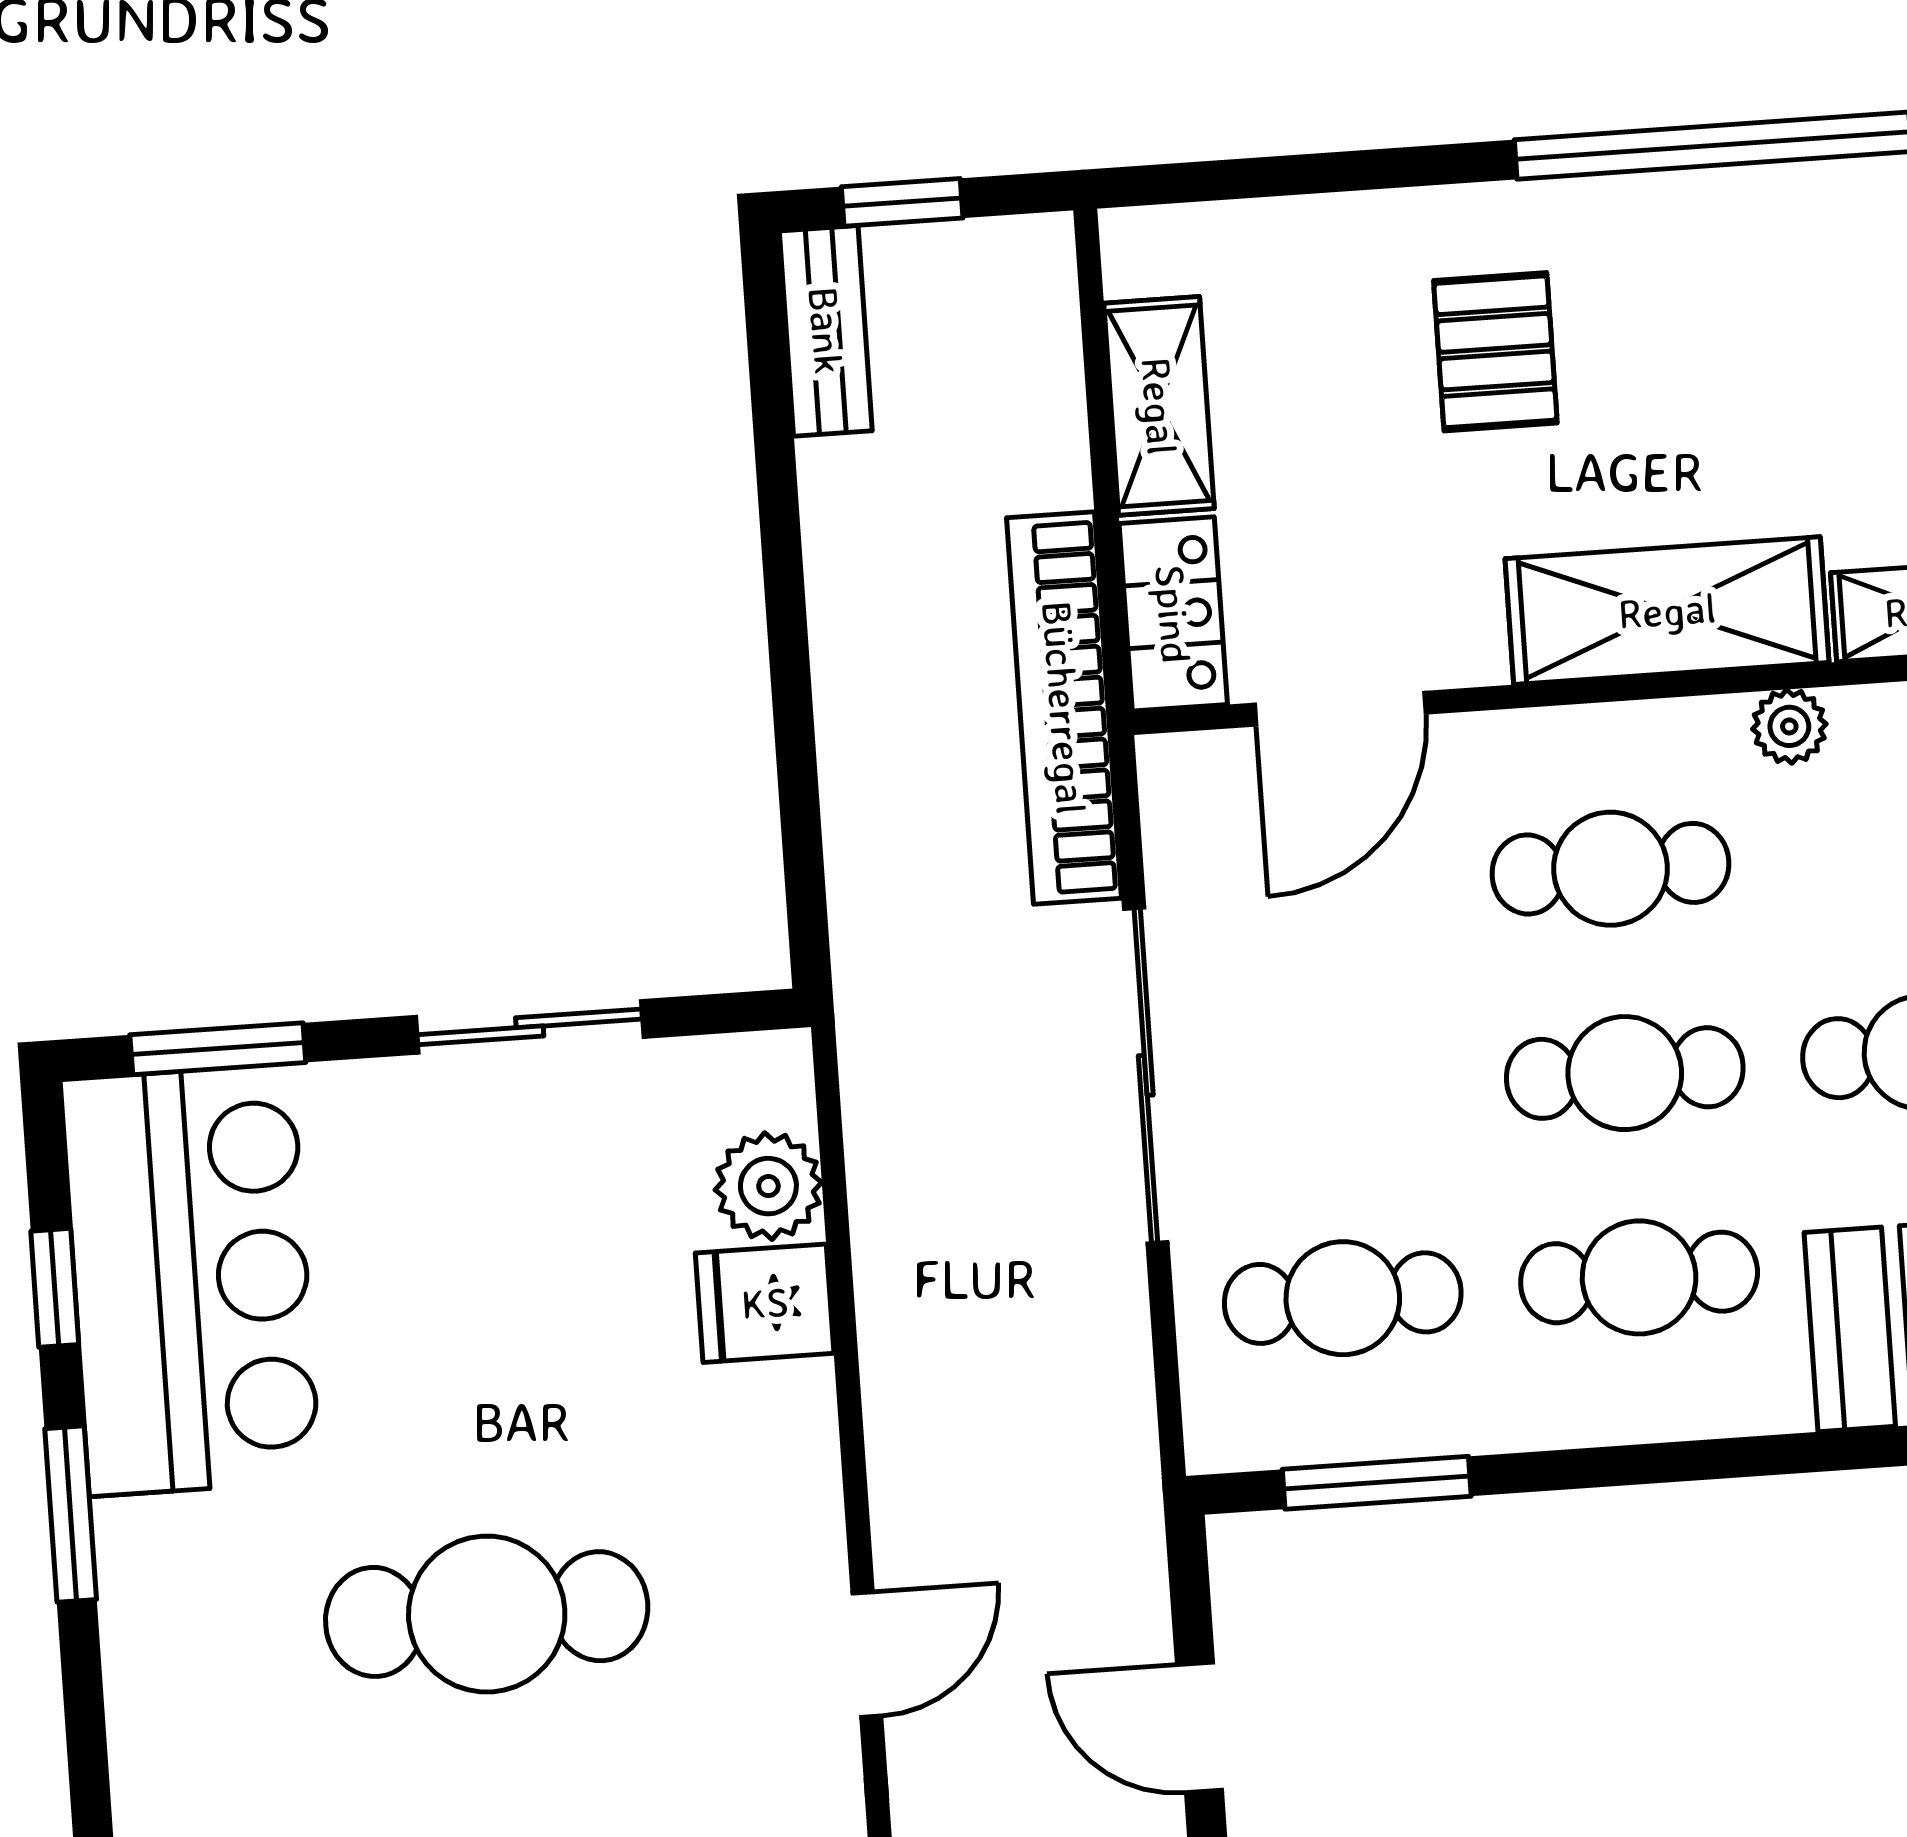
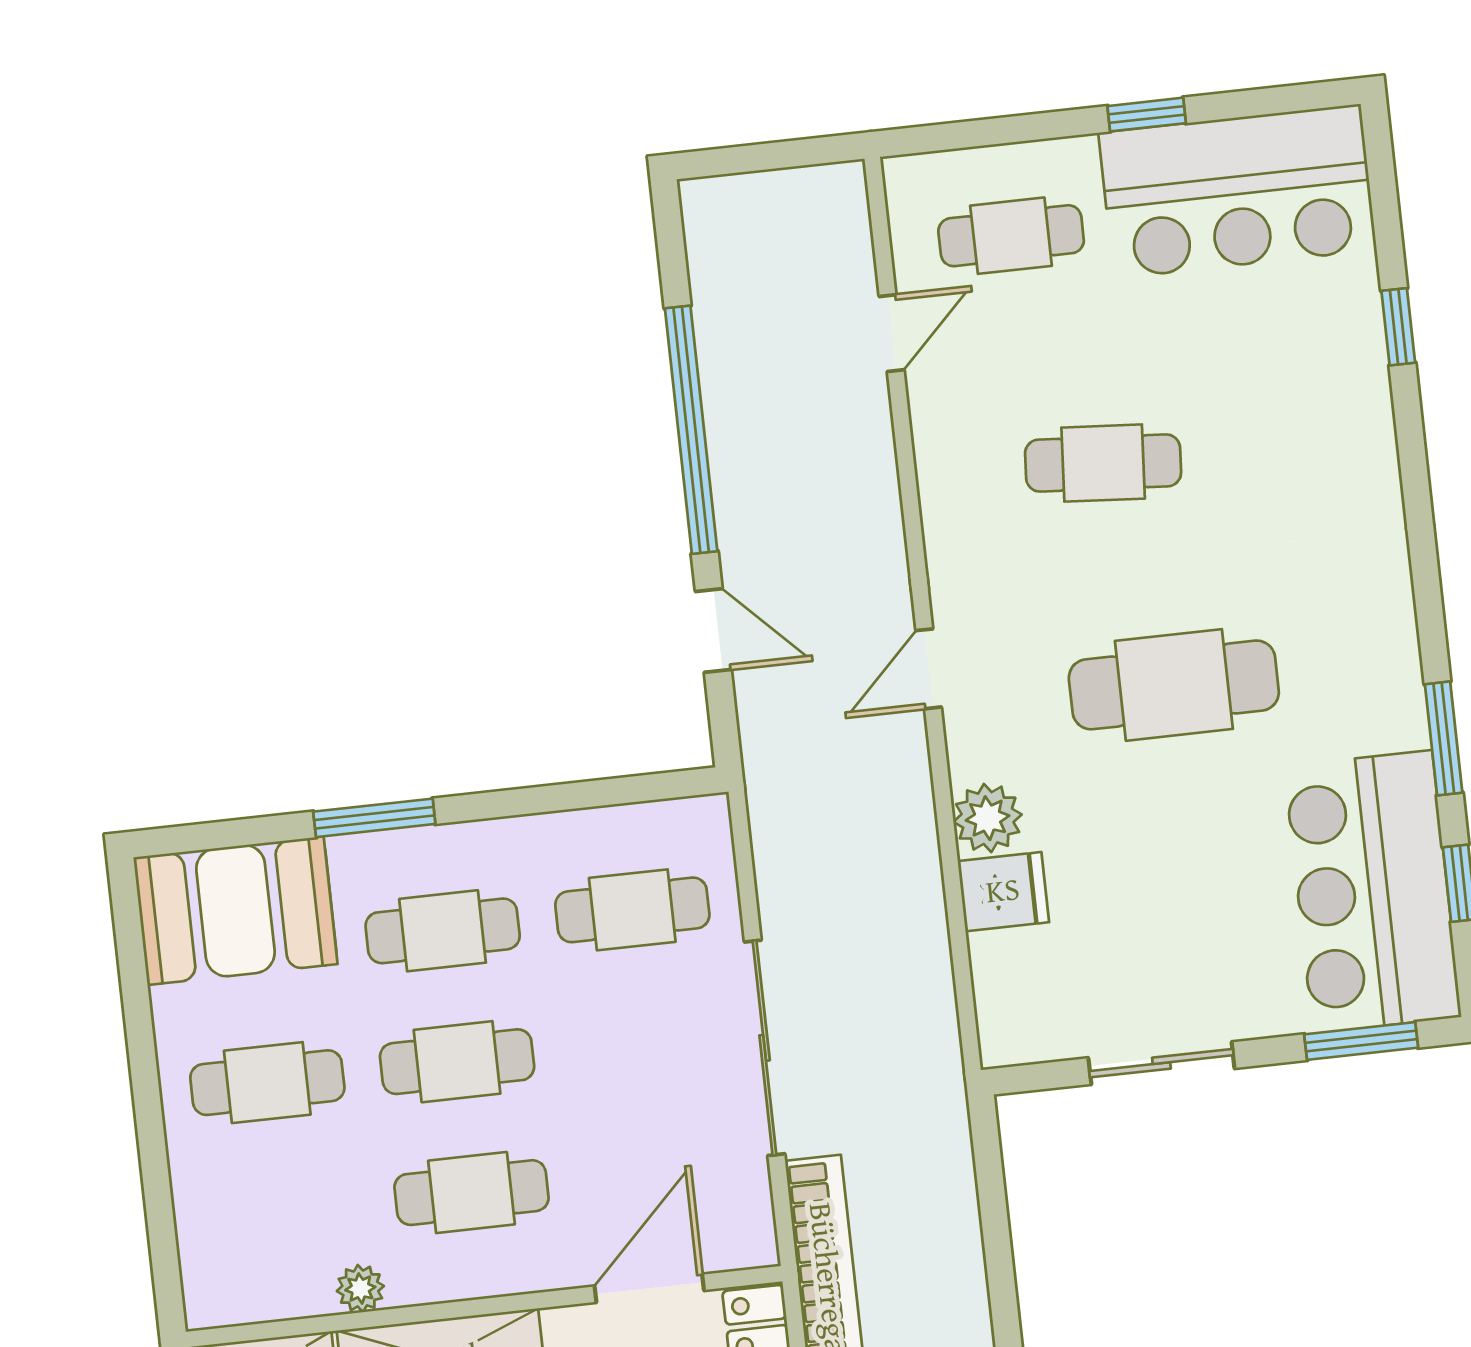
plant: (768, 1186) -> (988, 818), moved
window: (1377, 1483) -> (374, 818), moved

